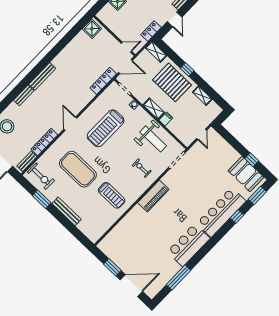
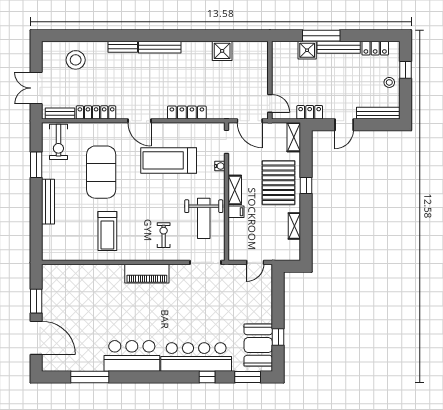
shower: (92, 29) -> (222, 51), moved
locker: (103, 81) -> (187, 113), moved
door: (70, 124) -> (139, 121), swing flipped

